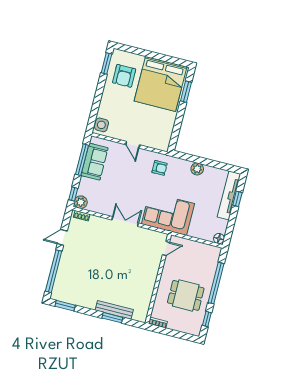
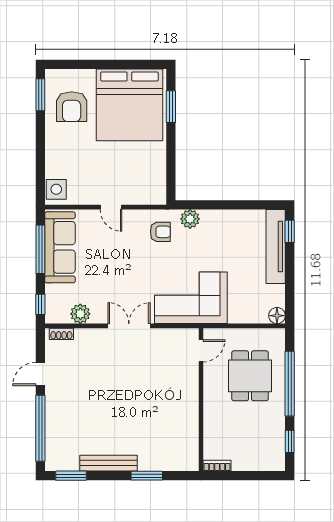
sofa: (95, 162) -> (60, 247), width x1.36
plant: (197, 169) -> (190, 219), moved
window: (237, 199) -> (290, 231), moved
plant: (81, 202) -> (80, 314), moved
dining table: (186, 295) -> (250, 376), moved, turned 90
bench: (114, 310) -> (108, 463), moved

